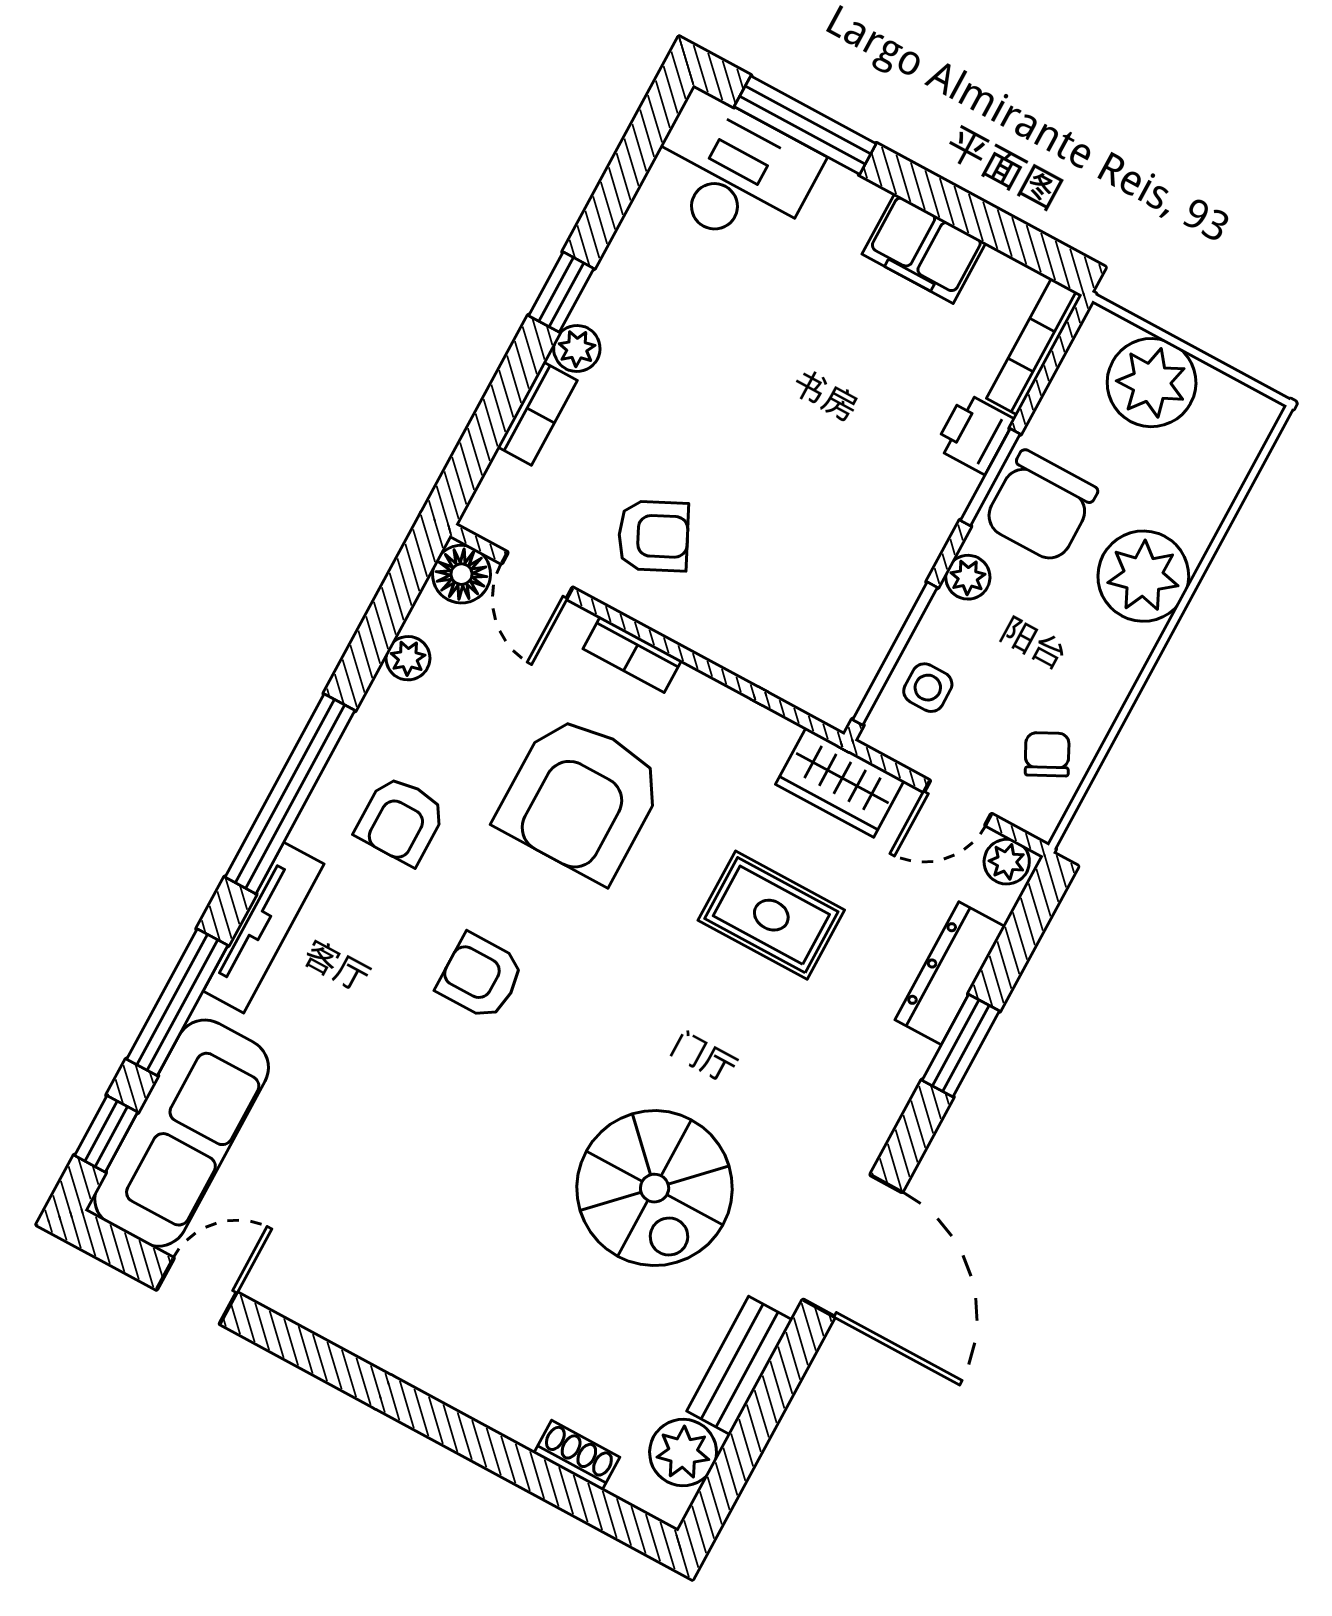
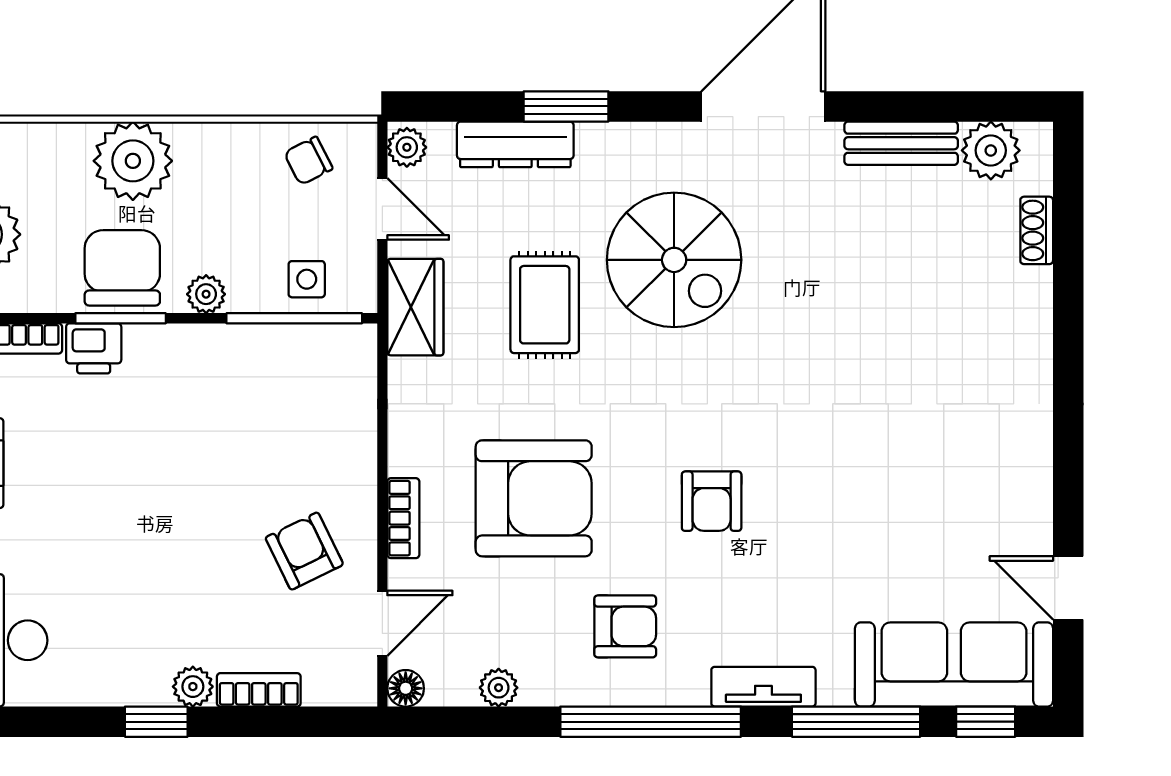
chair: (1041, 507) -> (122, 268), turned -90
floor lamp: (462, 574) -> (406, 688), width x0.73, depth x0.73
tv unit: (264, 928) -> (763, 687), width x0.71
spiral stairs: (655, 1188) -> (674, 260), moved, turned 90

